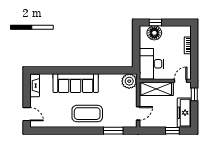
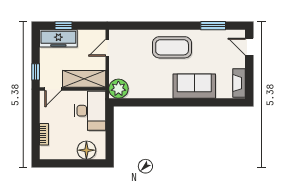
window: (155, 22) -> (85, 163), removed
sofa: (76, 83) -> (194, 86), width x0.73
freezer: (184, 113) -> (58, 38), moved, turned 90
window: (113, 131) -> (213, 26), moved

